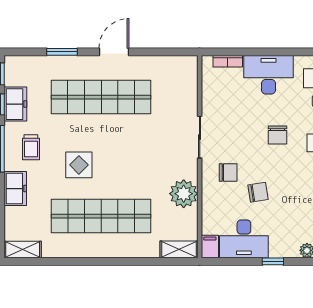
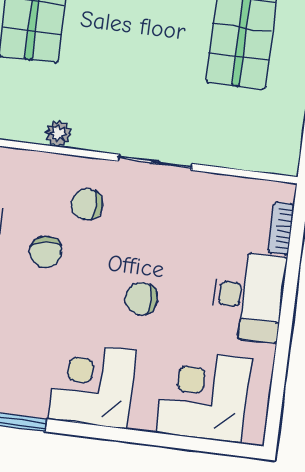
chair: (228, 172) -> (87, 204), turned 90
plant: (184, 194) -> (58, 134), width x0.53, depth x0.53

